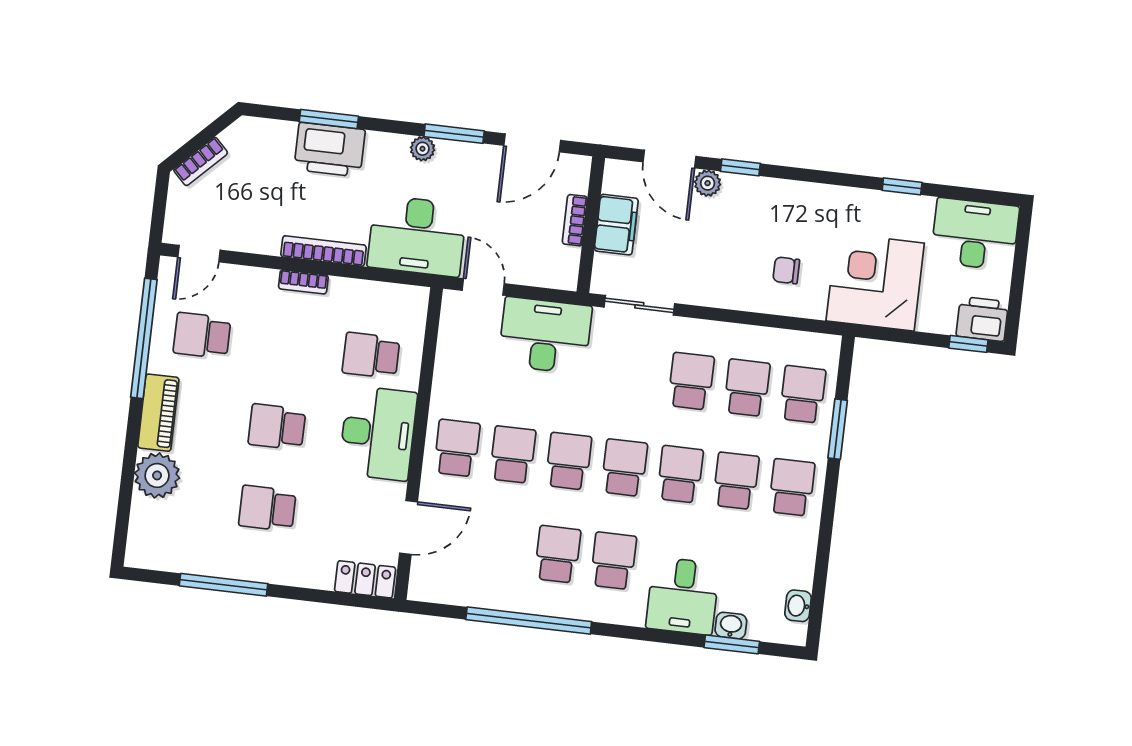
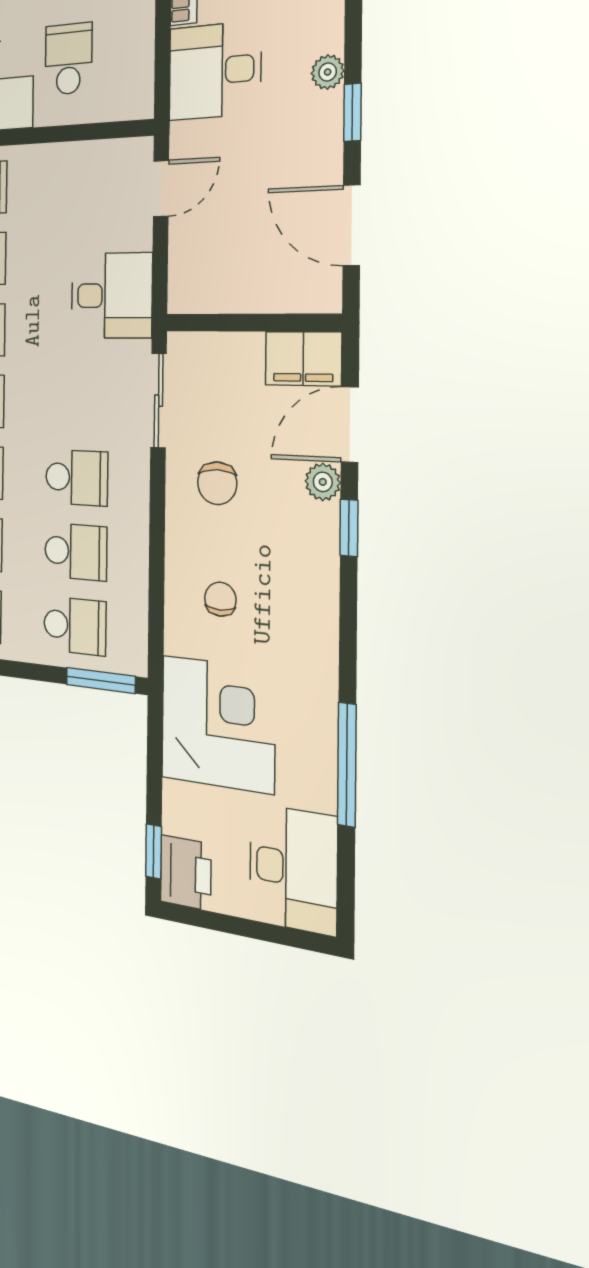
window: (454, 134) -> (352, 112), width x0.67
window: (902, 186) -> (347, 765), width x2.17
bookcase: (575, 220) -> (256, 300), removed
filing cabinet: (616, 225) -> (303, 359), moved
desk: (417, 236) -> (215, 71), width x0.73
chair: (703, 264) -> (217, 483), added
desk: (545, 335) -> (111, 295), width x0.73
window: (838, 429) -> (101, 680), moved

